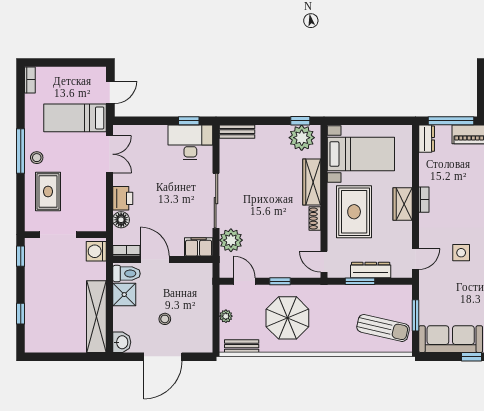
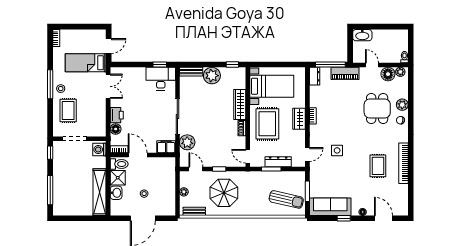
plant: (302, 138) -> (212, 76), moved
window: (21, 314) -> (50, 190), width x2.17
washbasin: (122, 342) -> (116, 193), moved

